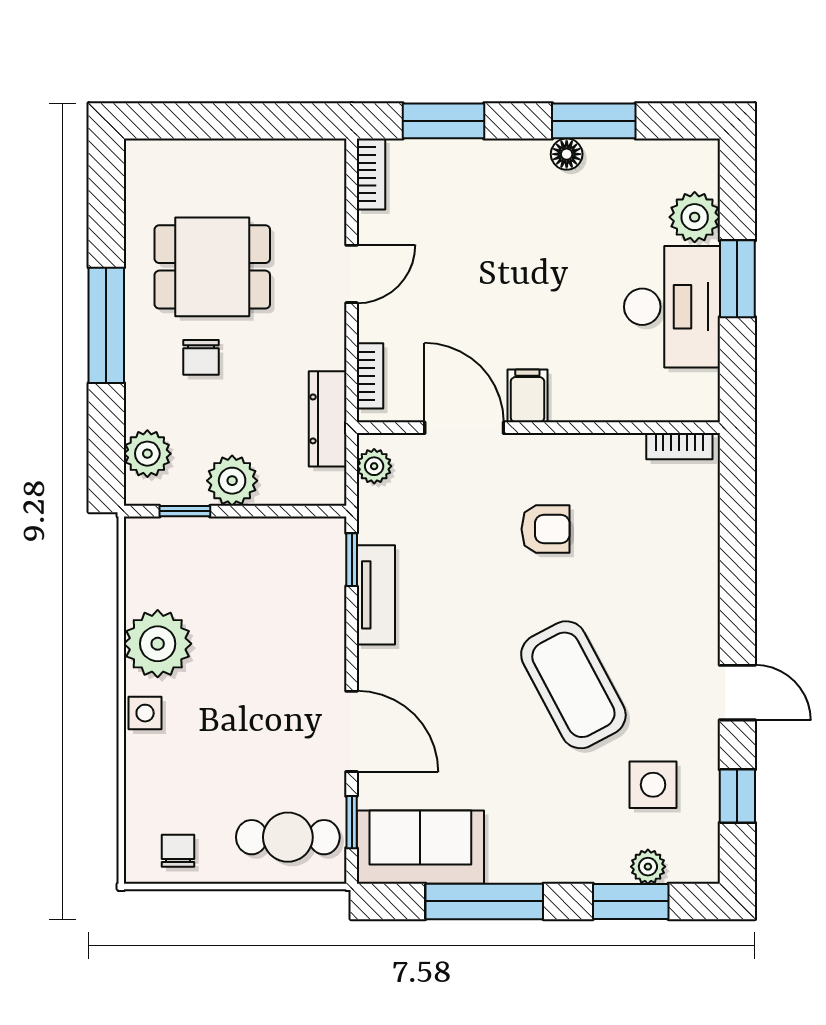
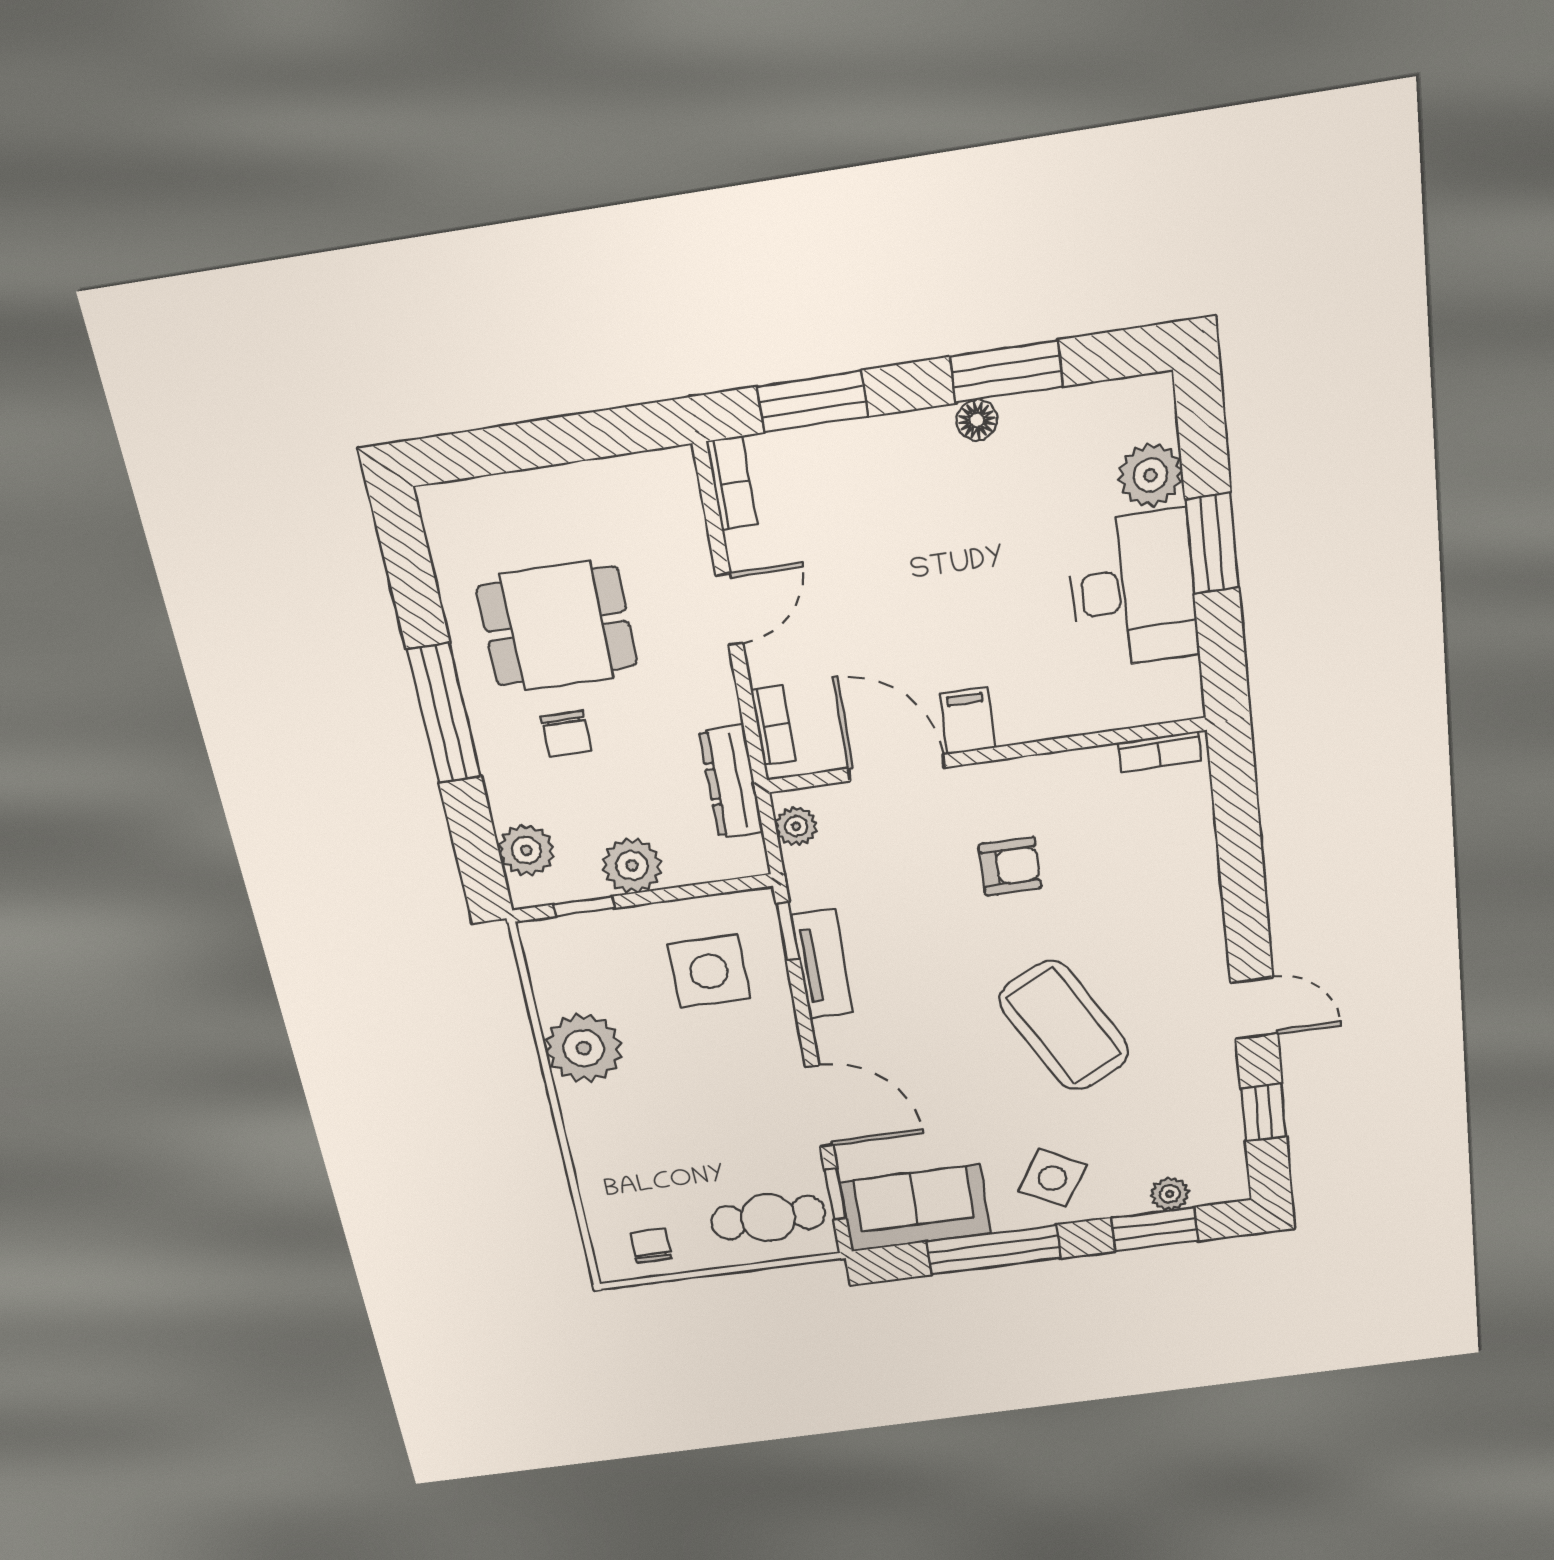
side table: (145, 713) -> (709, 971), moved, width x1.87, depth x1.87
side table: (653, 785) -> (1052, 1178), moved, turned 30

